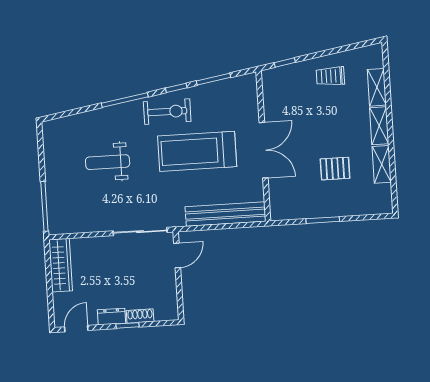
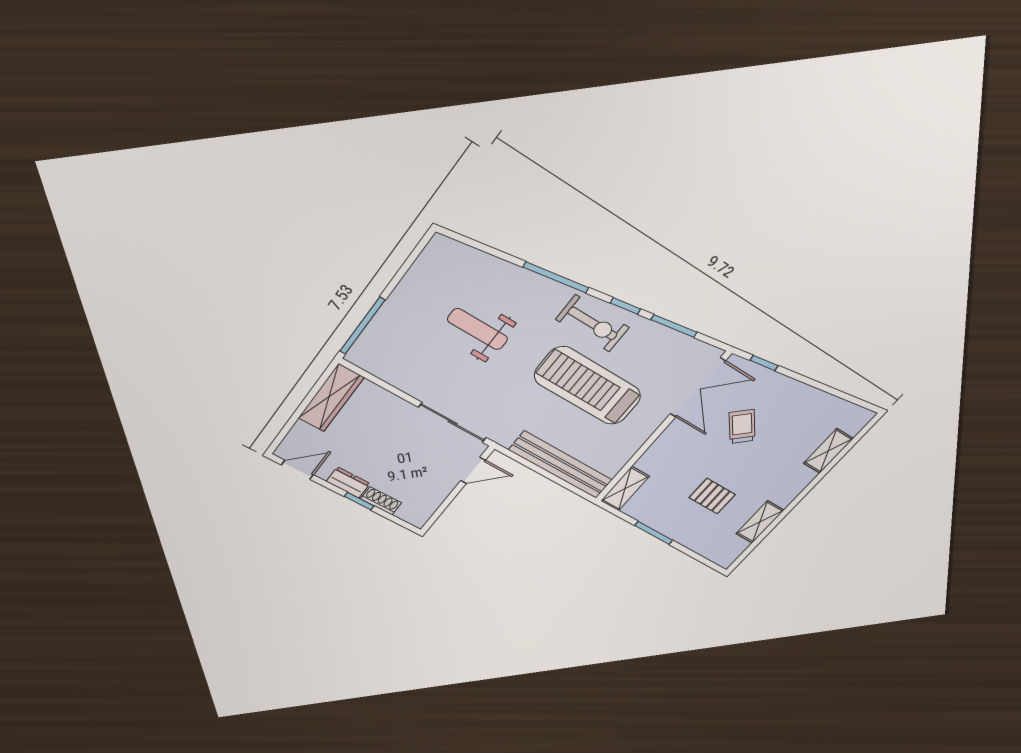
trolley: (330, 76) -> (742, 426), moved, turned 48
shelving: (379, 126) -> (625, 489), moved
double door: (264, 150) -> (698, 387), moved

